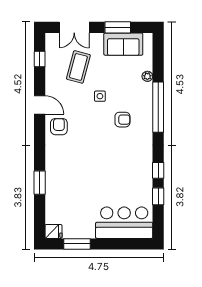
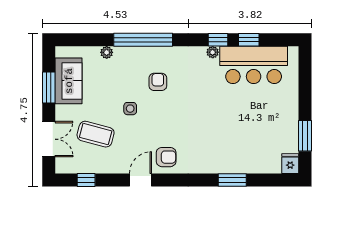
armchair: (59, 127) -> (166, 157), turned 180
plant: (148, 166) -> (213, 52), added
bar counter: (124, 223) -> (254, 65), moved, turned -90

